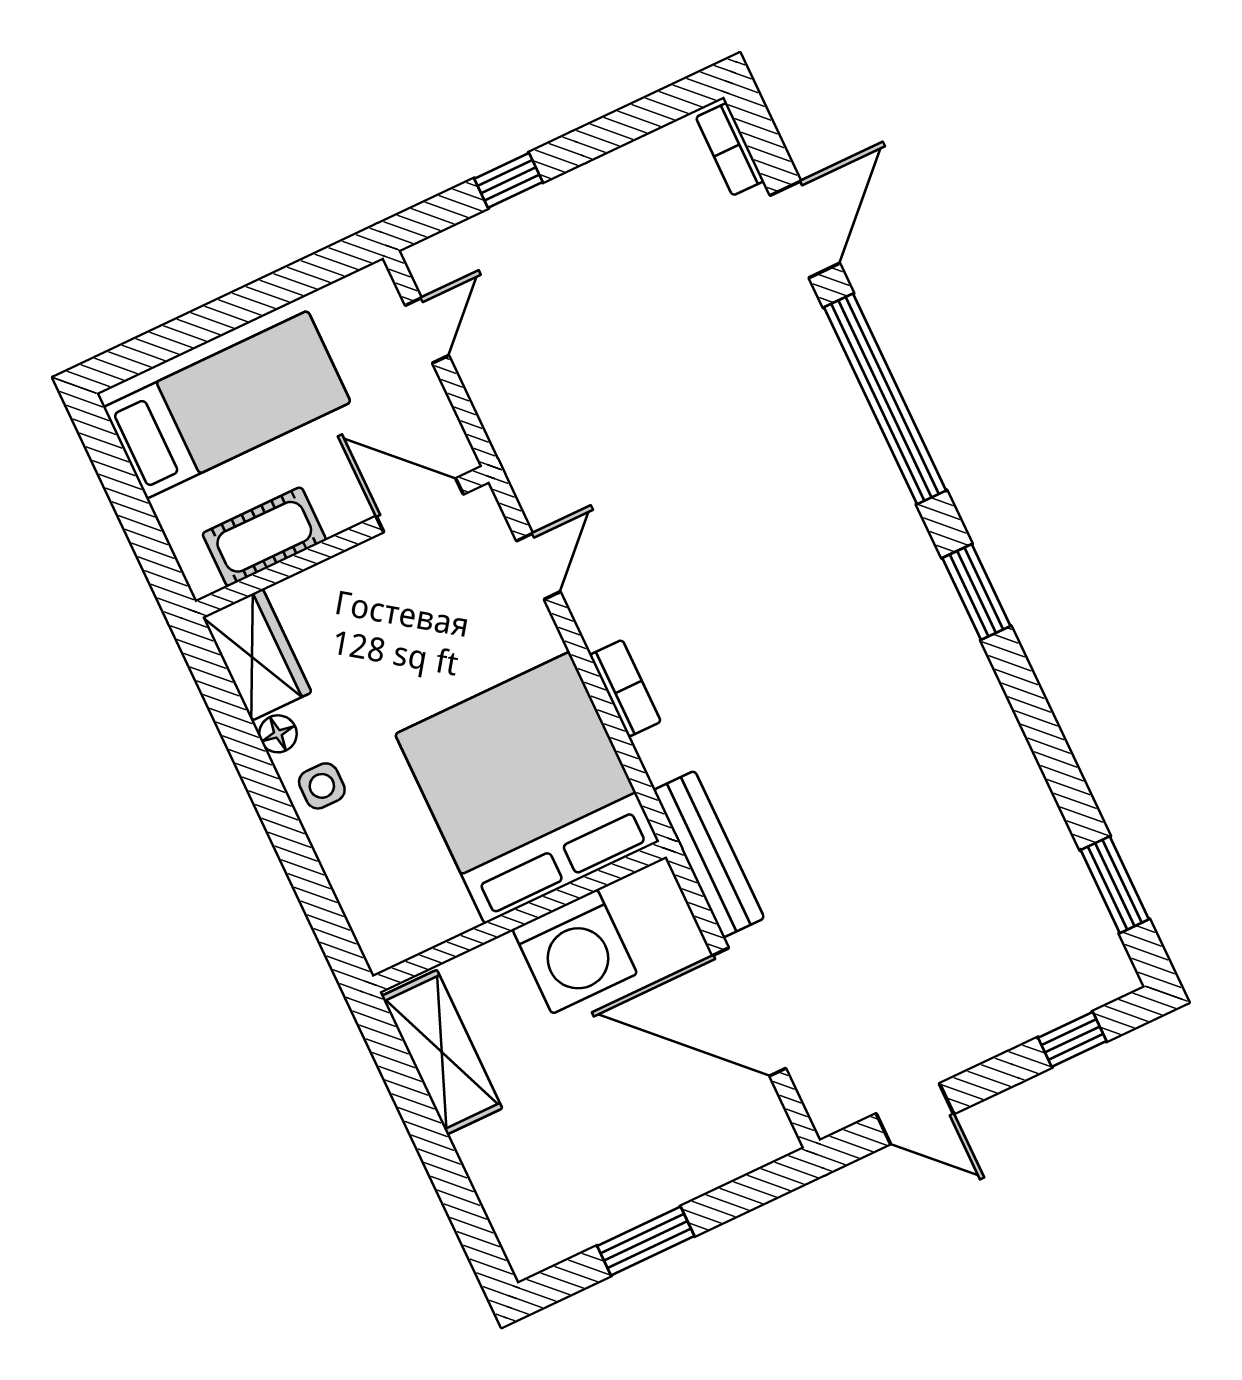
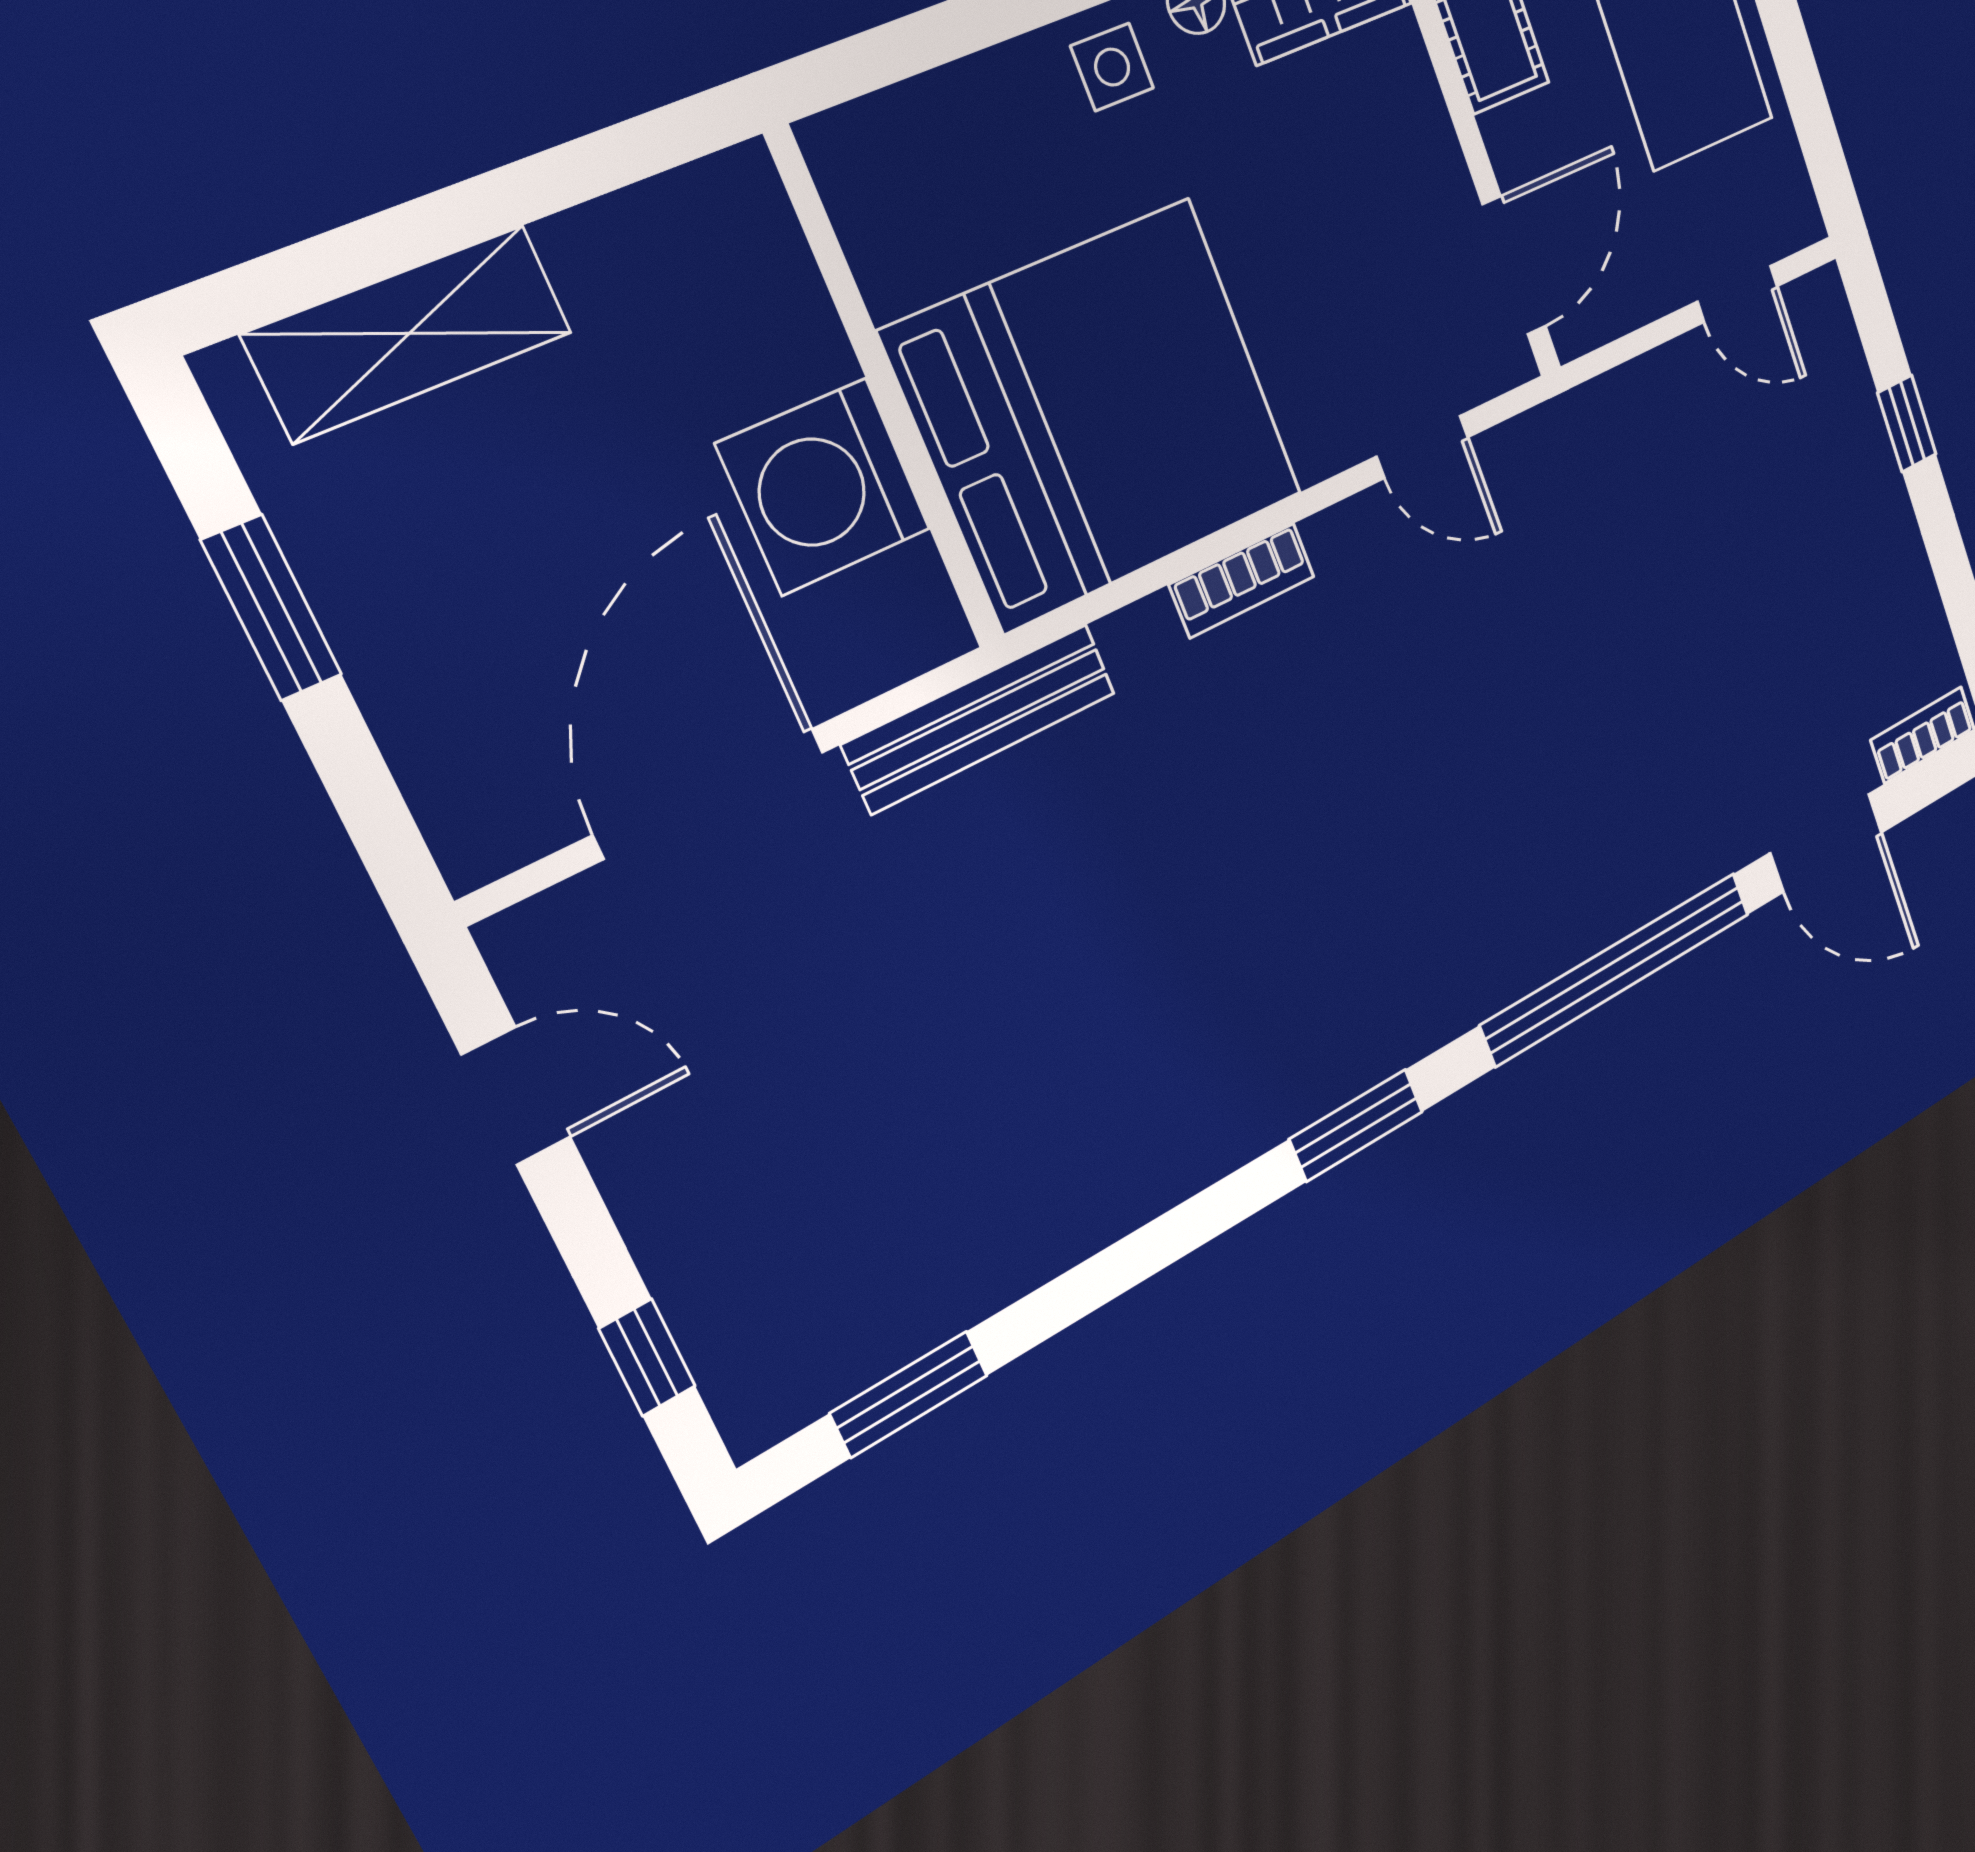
shelving: (442, 1052) -> (409, 333), moved
door: (915, 1114) -> (516, 1096), swing flipped

